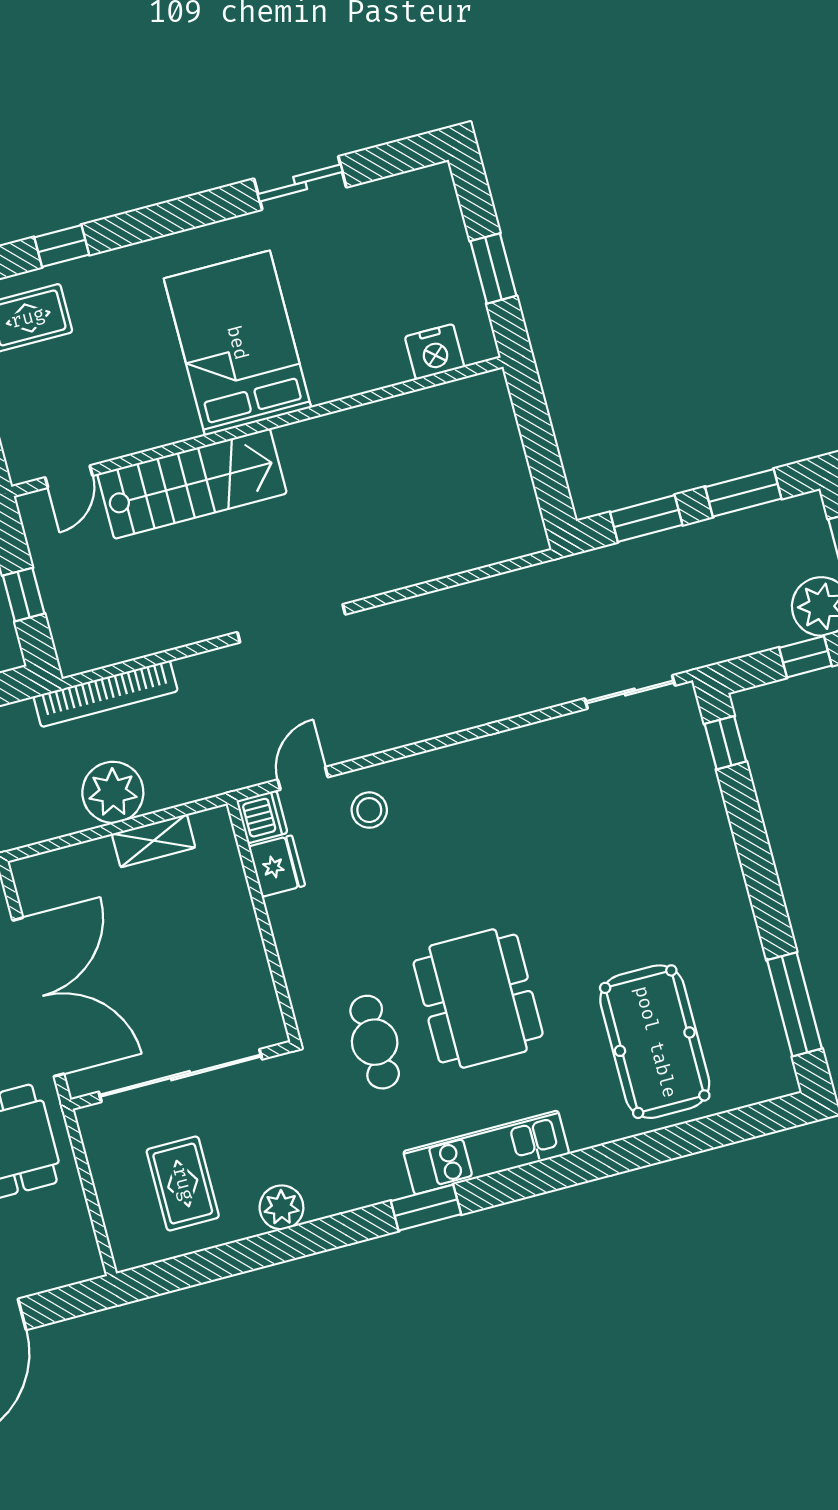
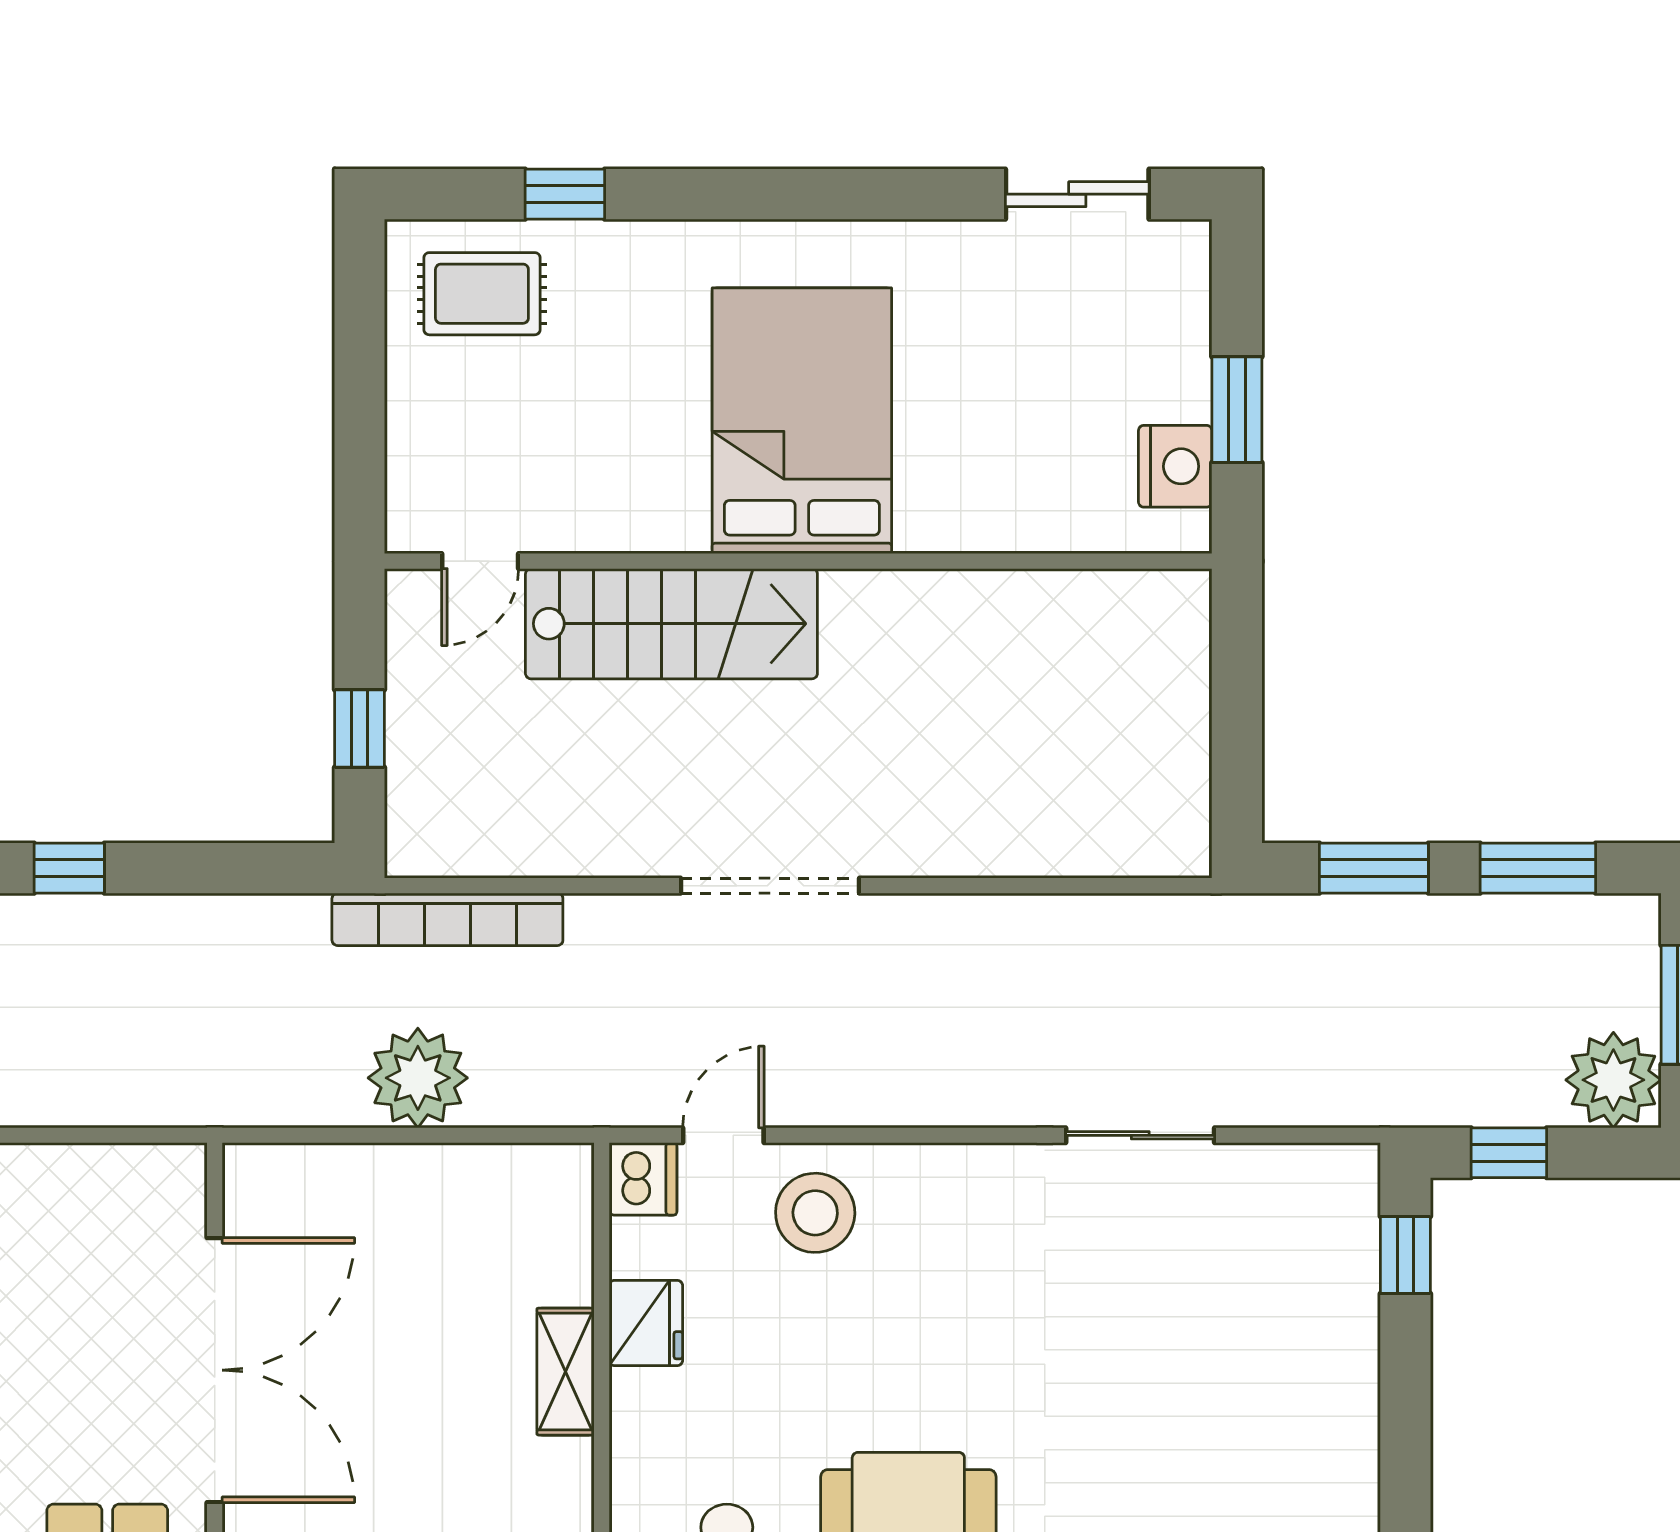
sliding door: (300, 183) -> (1077, 194), moved
nightstand: (435, 352) -> (1175, 466), moved, turned -90
window: (805, 657) -> (1509, 1153), moved
sliding door: (630, 692) -> (1140, 1135), moved
stool: (369, 810) -> (815, 1213), width x1.38, depth x1.38
shelving: (154, 841) -> (566, 1372), moved, turned 90
fridge: (277, 866) -> (646, 1323), moved

